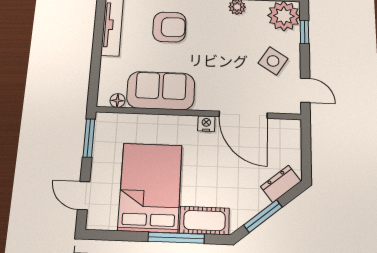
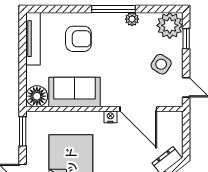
floor lamp: (118, 101) -> (37, 96), width x1.89, depth x1.89

